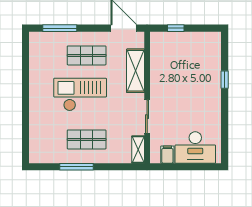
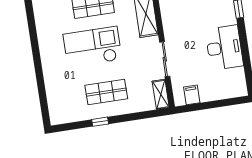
desk: (195, 147) -> (224, 48), moved, turned -90
window: (76, 167) -> (100, 122), width x0.46

